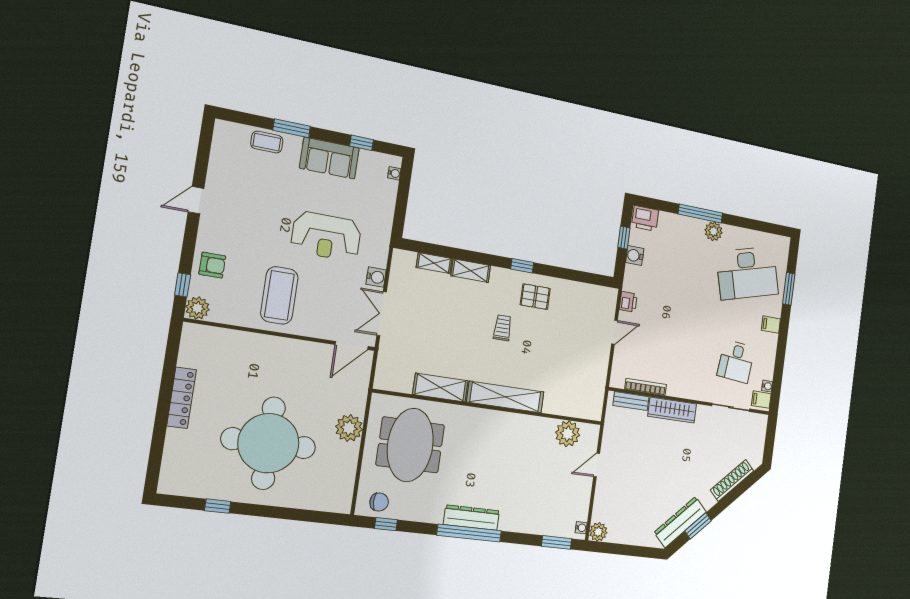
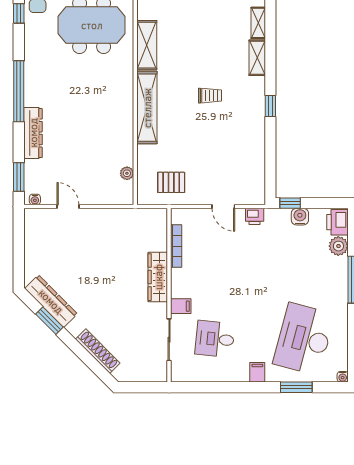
plant: (714, 231) -> (338, 246), moved
window: (624, 238) -> (290, 203), moved
desk: (747, 273) -> (304, 339), turned 30
pallet: (535, 297) -> (171, 182), moved, turned 90
water cooler: (767, 386) -> (343, 377), moved
filing cabinet: (761, 400) -> (181, 306), moved, turned 90
bench: (631, 401) -> (160, 233), removed
plant: (568, 434) -> (127, 173), width x0.53, depth x0.53
door: (597, 465) -> (68, 207), moved
dresser: (472, 518) -> (33, 133), moved
plant: (598, 532) -> (33, 217), removed

